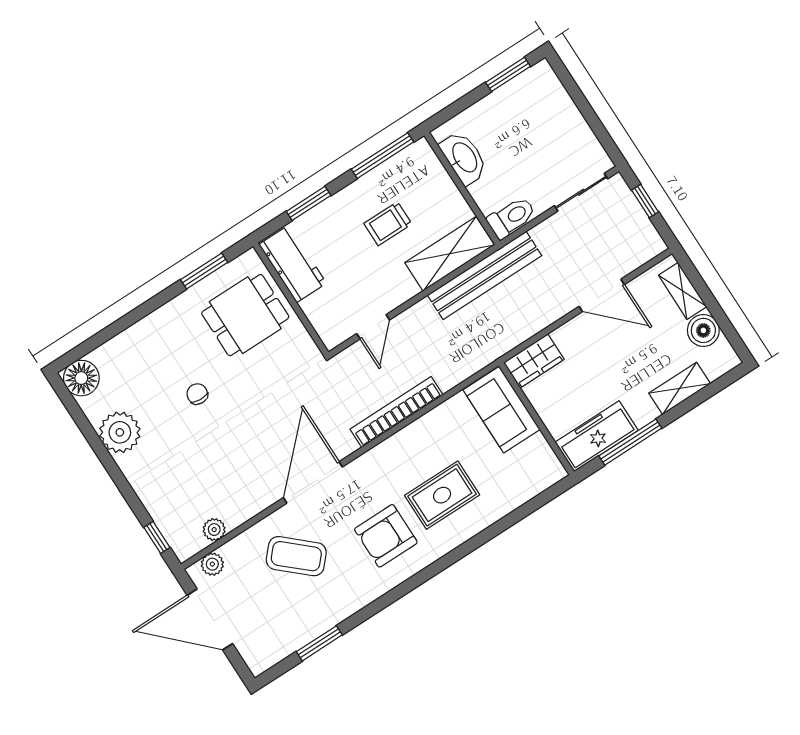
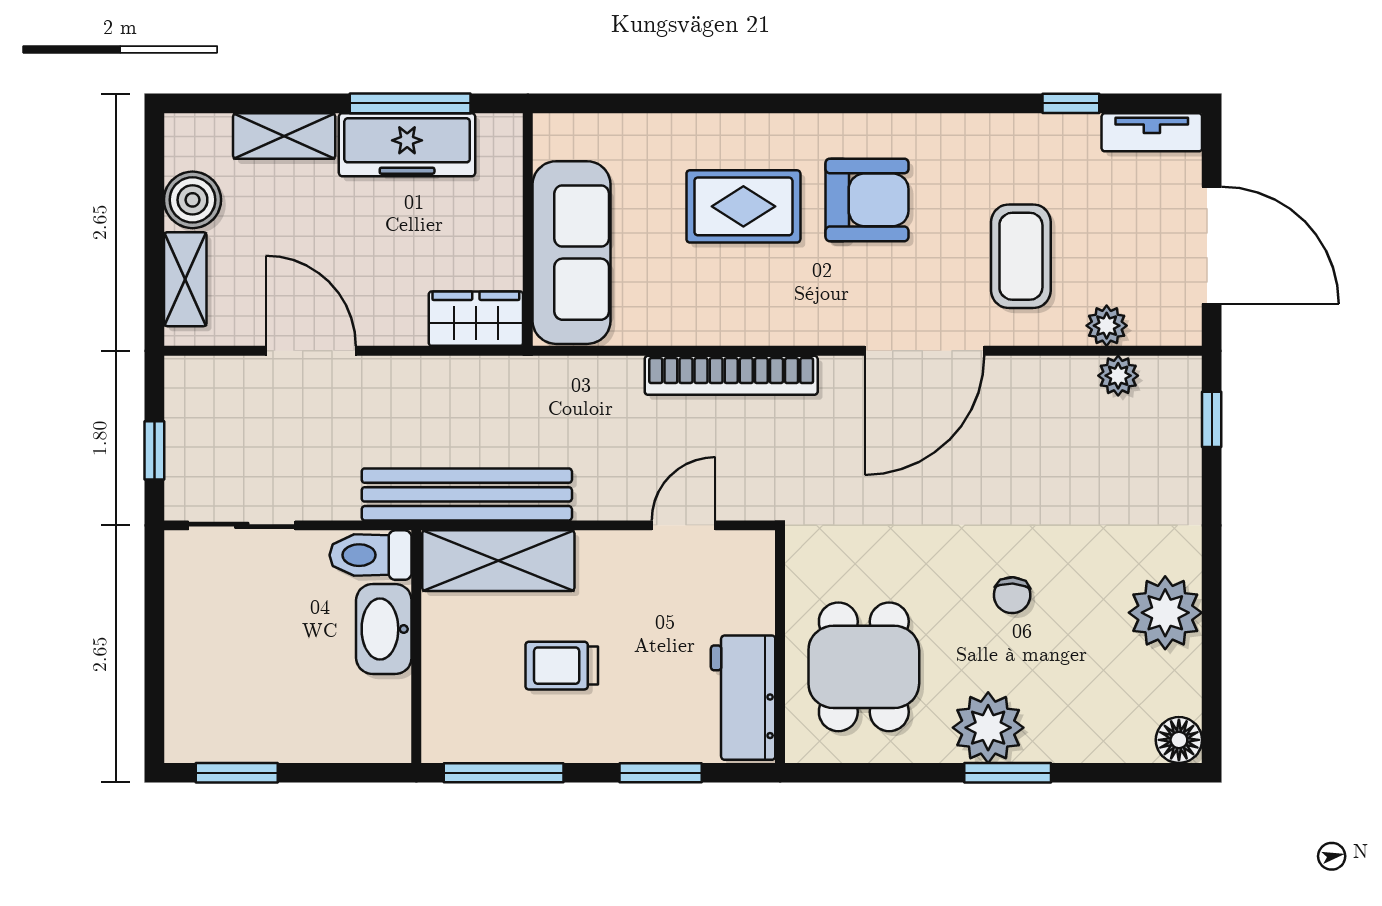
washbasin: (464, 158) -> (384, 629), moved
trolley: (388, 224) -> (562, 666), turned 180
window: (204, 271) -> (1008, 773), moved
dining table: (245, 315) -> (864, 667), turned 90
plant: (168, 324) -> (988, 728), added
floor lamp: (81, 378) -> (1179, 740), width x0.73, depth x0.73
sofa: (502, 410) -> (572, 253), width x1.36
freezer: (597, 436) -> (407, 145), moved
coffee table: (296, 556) -> (1021, 256), turned 48
plant: (212, 564) -> (1107, 326), moved
window: (319, 643) -> (1071, 103), width x0.67
tv unit: (272, 654) -> (1152, 132), added

